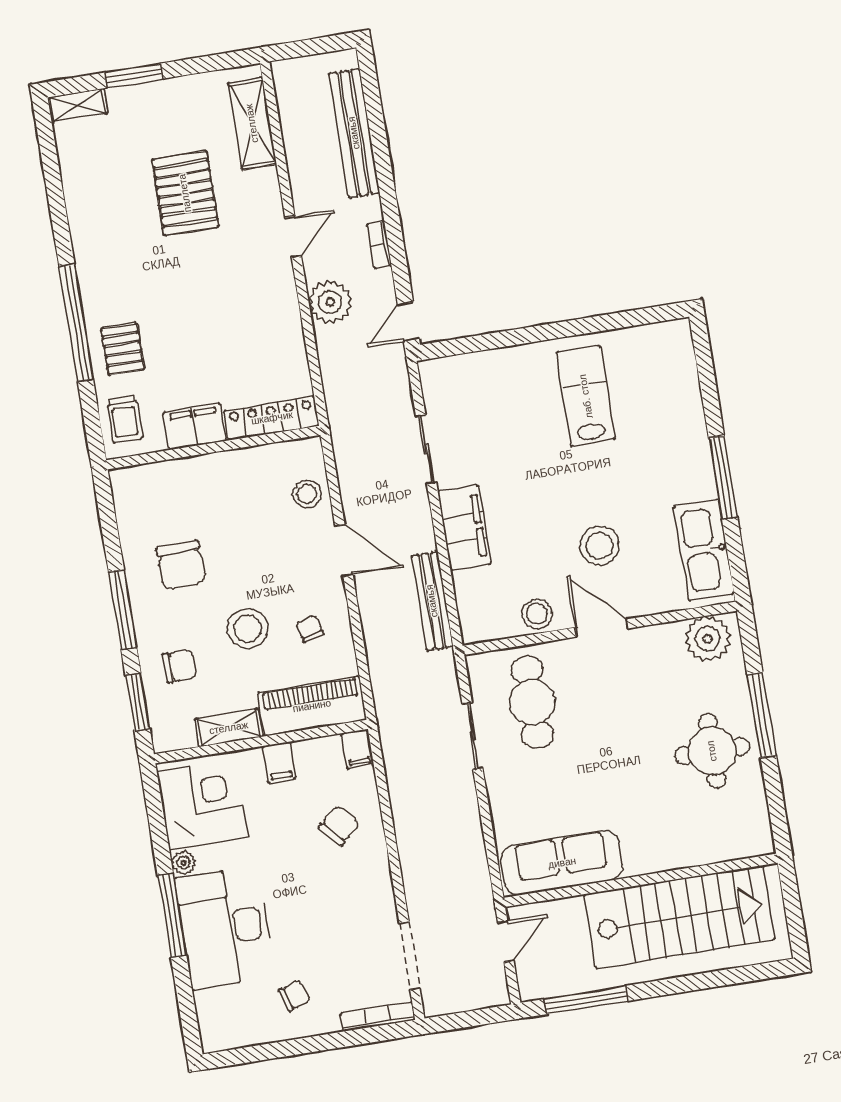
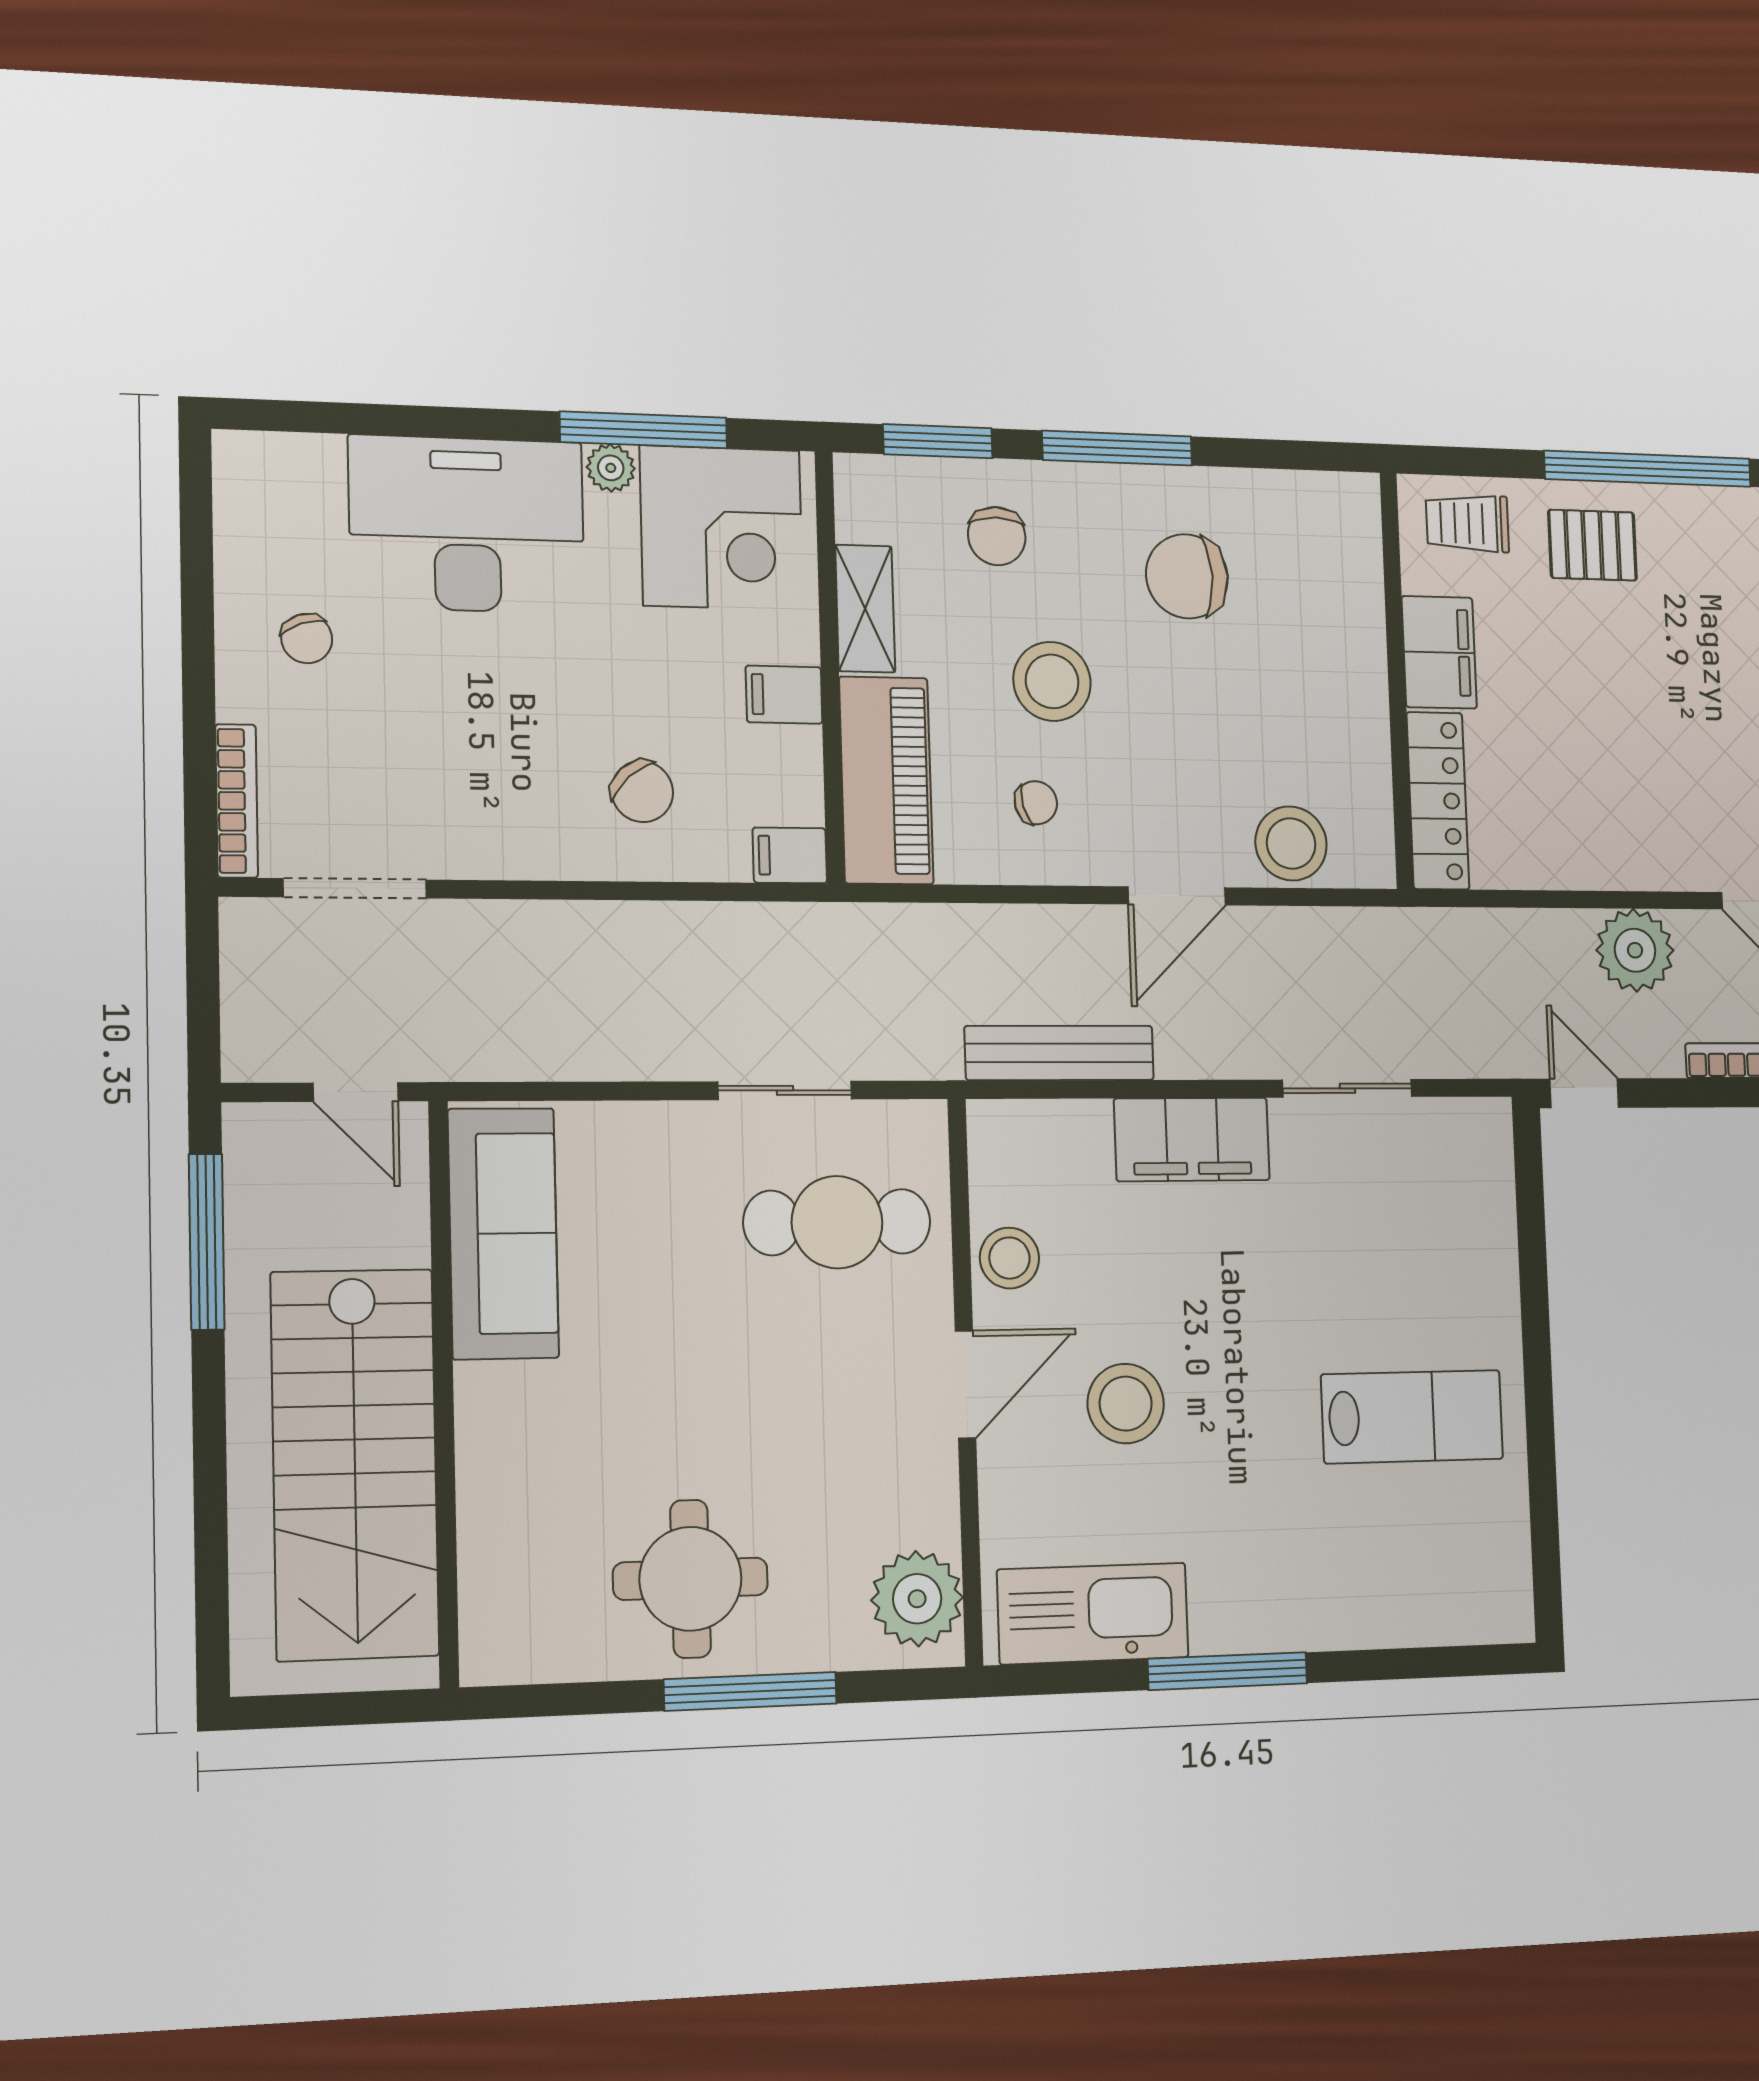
stool: (307, 494) -> (1291, 843), width x1.38, depth x1.38
window: (172, 915) -> (644, 430), moved

